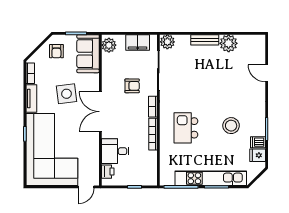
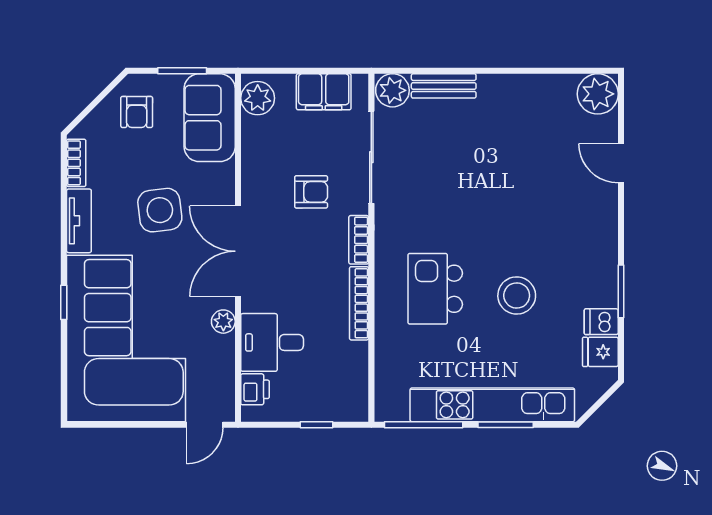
bench: (205, 40) -> (444, 86), moved
plant: (229, 43) -> (598, 94), moved
stool: (231, 126) -> (517, 296), moved
plant: (94, 142) -> (223, 322), added

